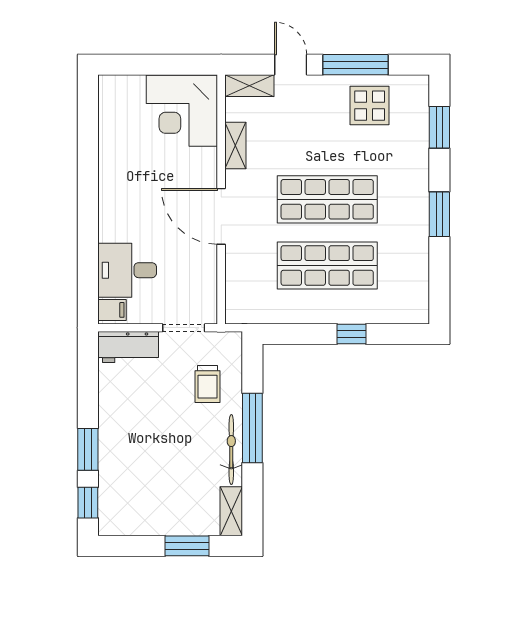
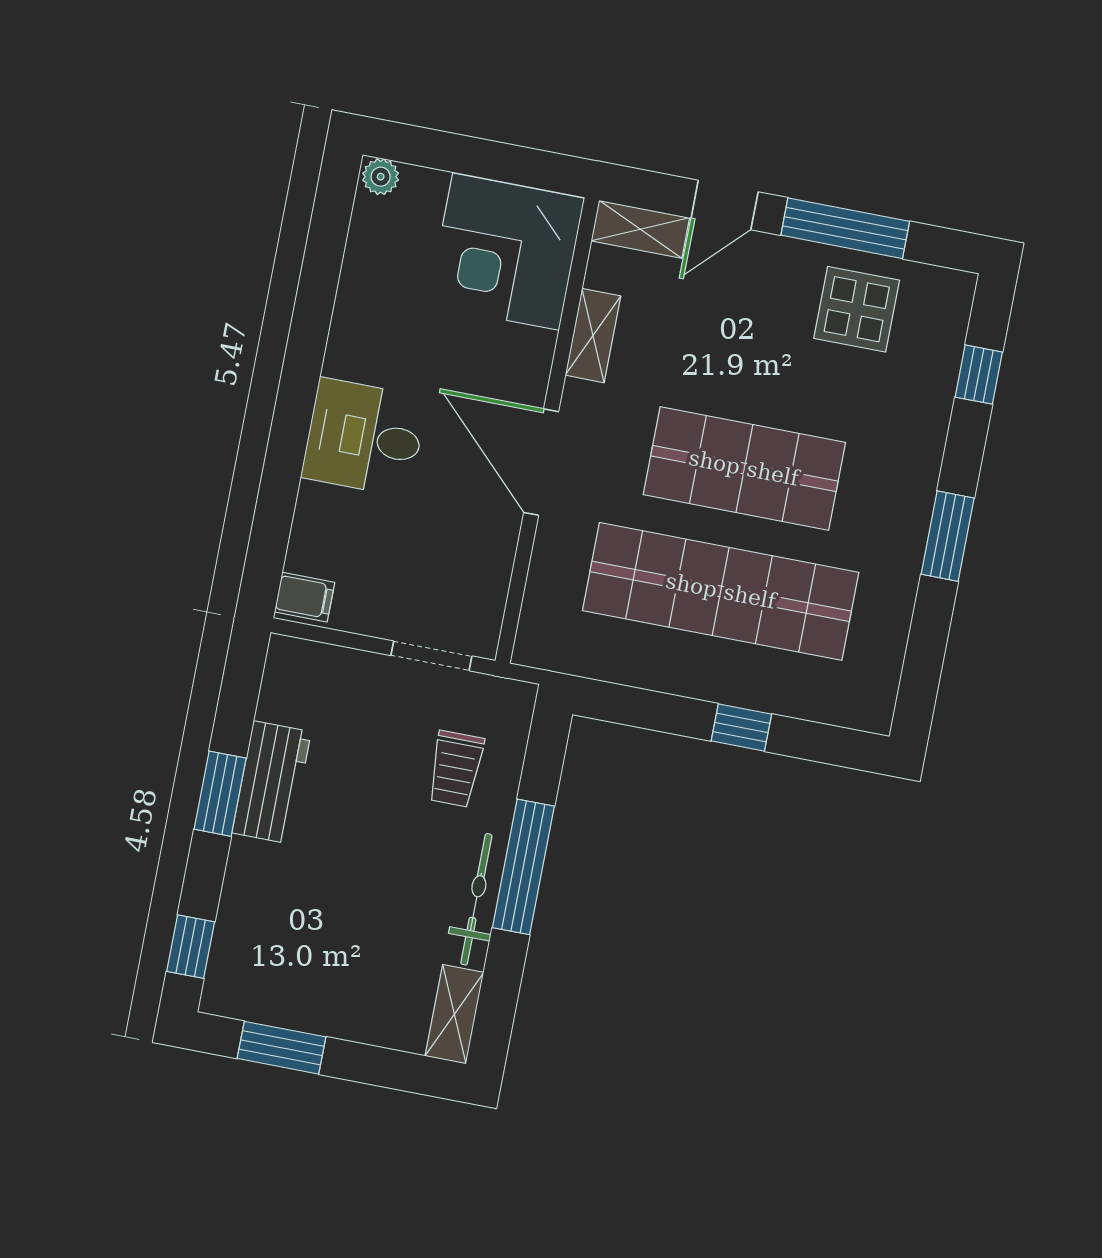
door: (291, 65) -> (725, 205), swing flipped
plant: (109, 84) -> (381, 177), added
window: (439, 127) -> (979, 375), width x0.67
shop shelf: (327, 265) -> (721, 591), width x1.40
desk: (127, 270) -> (364, 437), moved
workbench: (128, 347) -> (272, 782), moved, turned -90
window: (88, 449) -> (220, 794), moved
window: (187, 546) -> (282, 1048), moved

